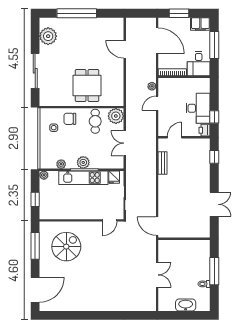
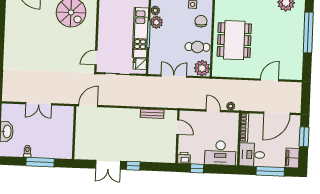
dining table: (87, 85) -> (234, 40), width x1.38
desk: (198, 108) -> (220, 153), moved
window: (214, 157) -> (133, 166), moved
plant: (83, 162) -> (156, 22), moved
door: (110, 220) -> (96, 58), hinge flipped

